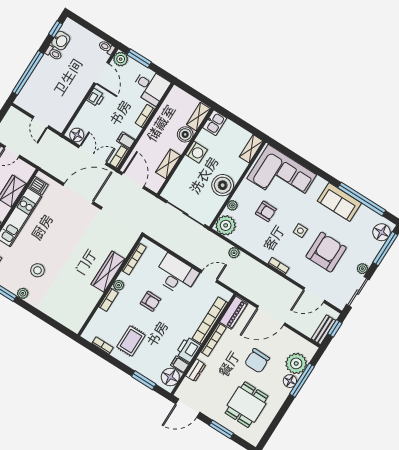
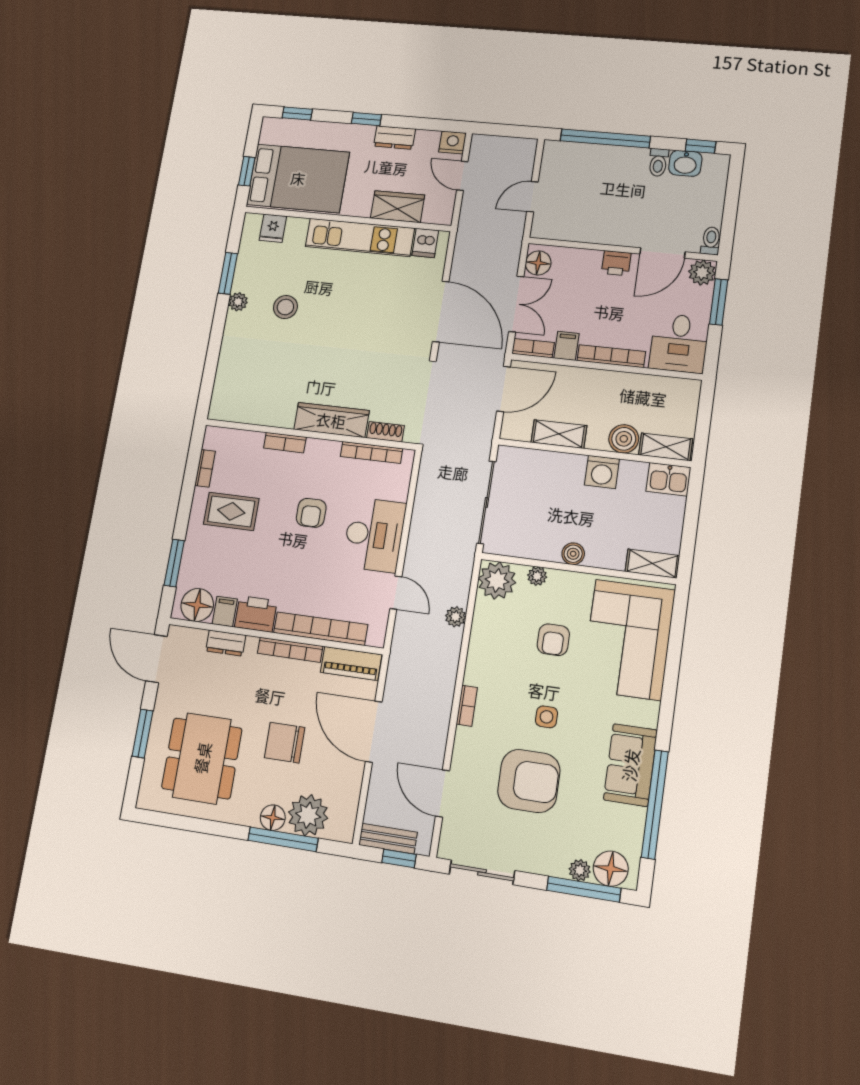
bookcase: (145, 116) -> (611, 356), width x1.56
boiler: (223, 185) -> (573, 554), width x0.54, depth x0.54
shoe rack: (127, 247) -> (385, 432), added
plant: (362, 269) -> (580, 870), moved
plant: (119, 285) -> (316, 448), removed
dining table: (247, 405) -> (202, 758), width x1.38

